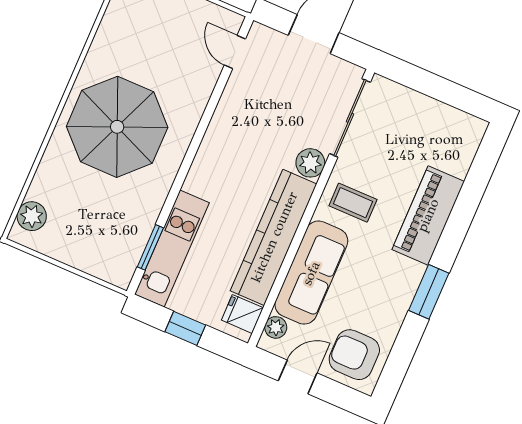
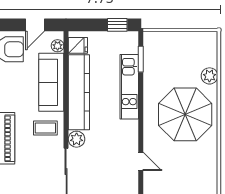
door: (235, 52) -> (141, 161), moved
plant: (32, 216) -> (209, 76), moved
kitchen unit: (172, 248) -> (129, 87), moved
window: (185, 328) -> (117, 25), moved

